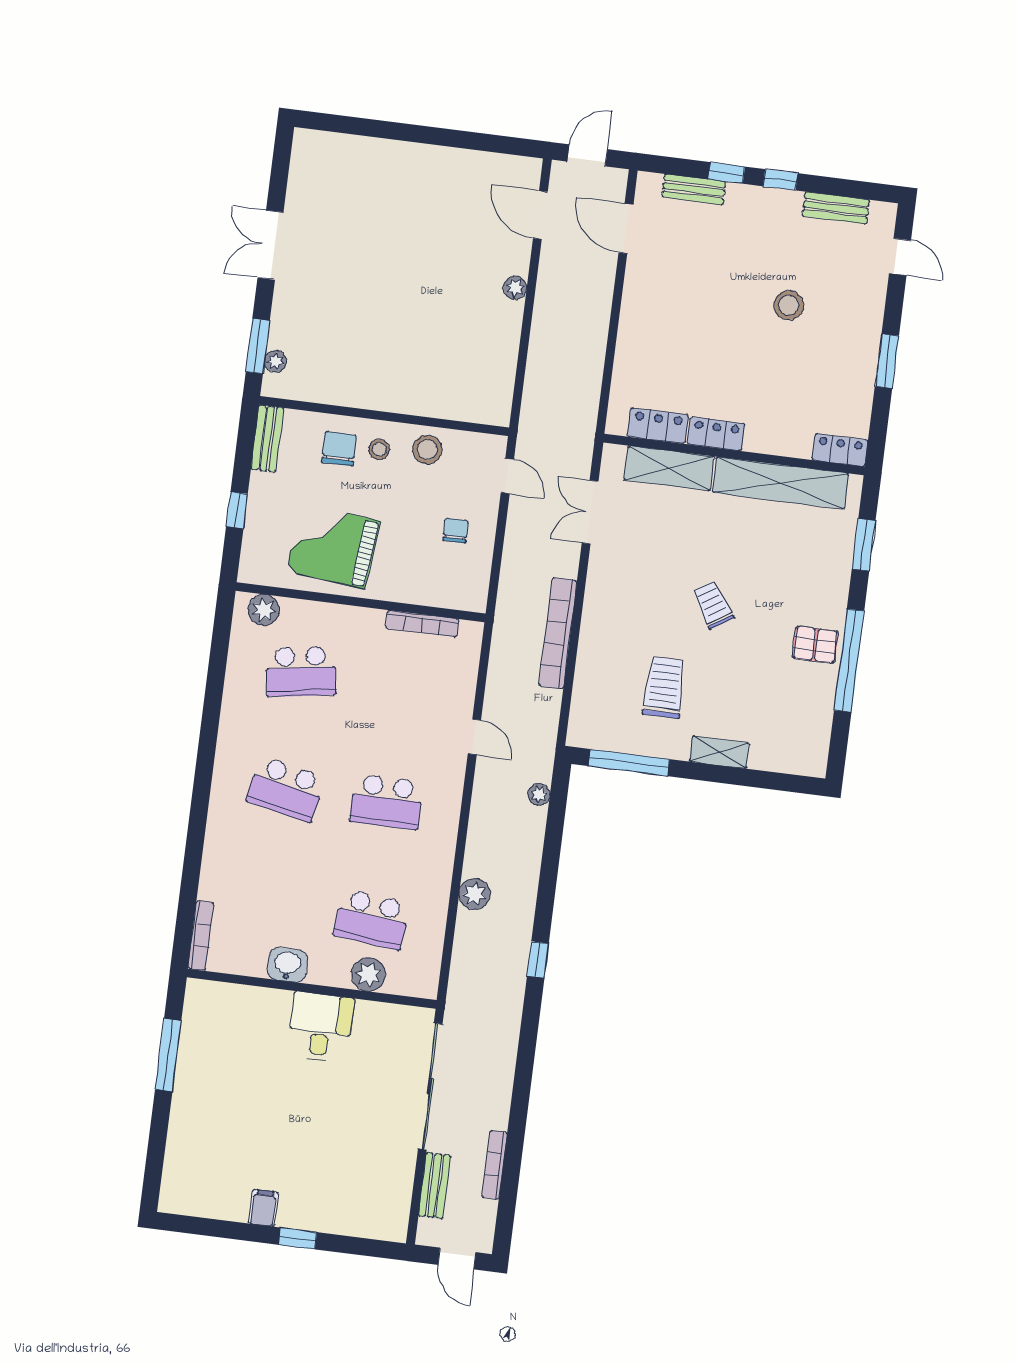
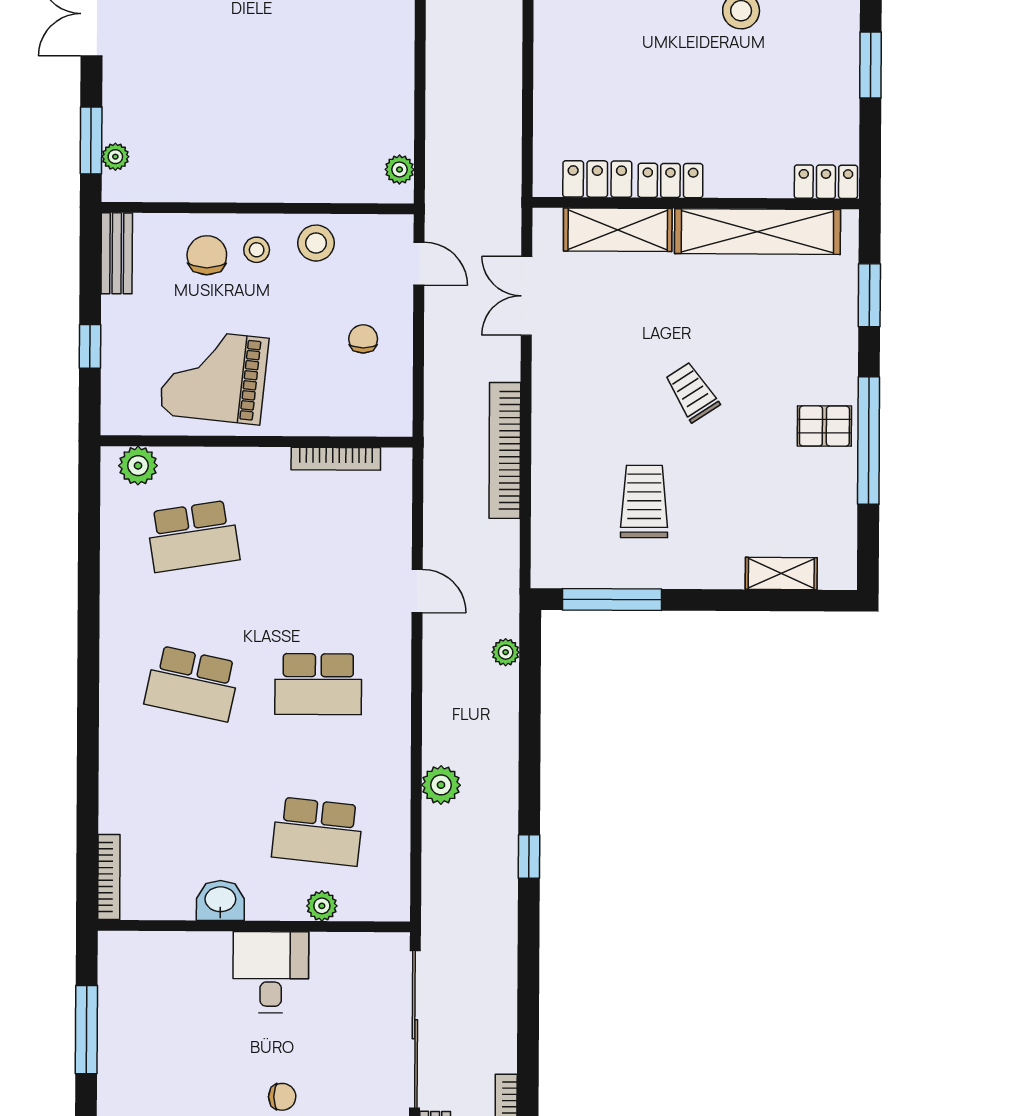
plant: (515, 288) -> (400, 169), moved
shelving: (719, 752) -> (781, 574), moved
plant: (368, 974) -> (322, 906), width x0.73, depth x0.73
chair: (318, 1128) -> (282, 1097), added

